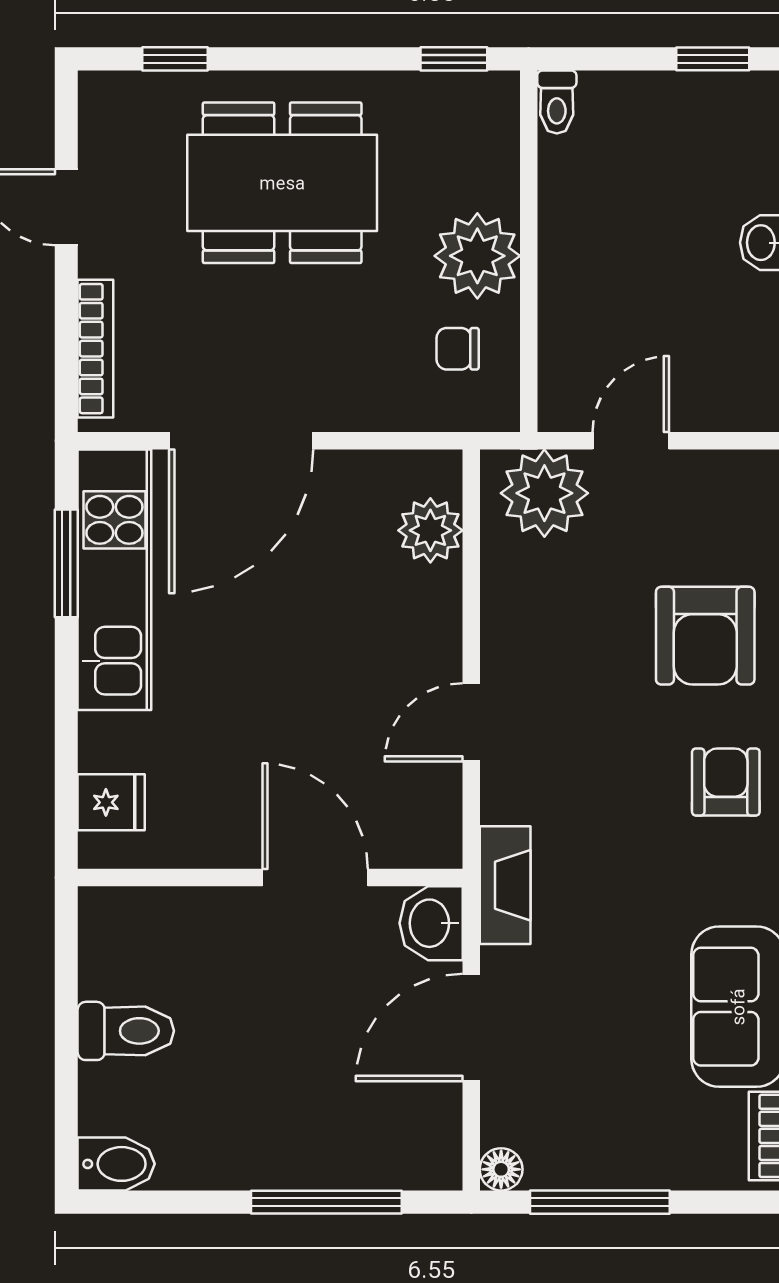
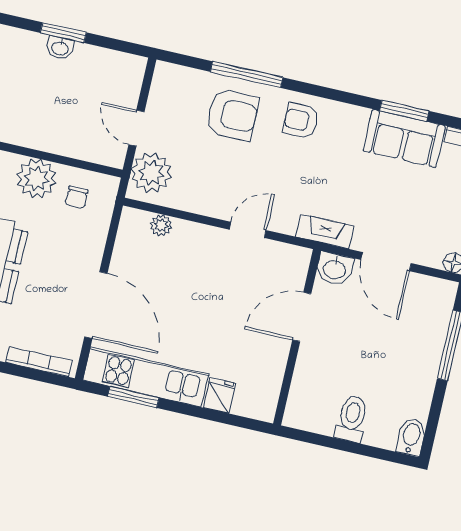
plant: (430, 530) -> (161, 225), width x0.73, depth x0.73
door: (471, 722) -> (248, 230), swing flipped
fridge: (111, 802) -> (219, 395), moved

